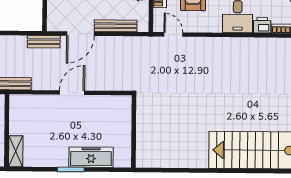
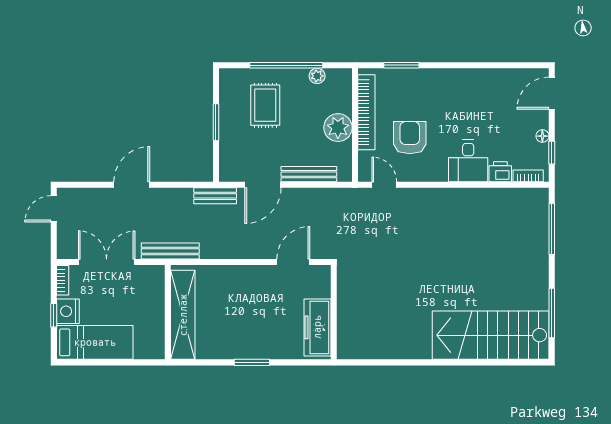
door: (72, 93) -> (293, 262), moved
shelving: (16, 151) -> (183, 315), width x2.20, depth x1.33
freezer: (91, 157) -> (317, 327), moved, turned -90

